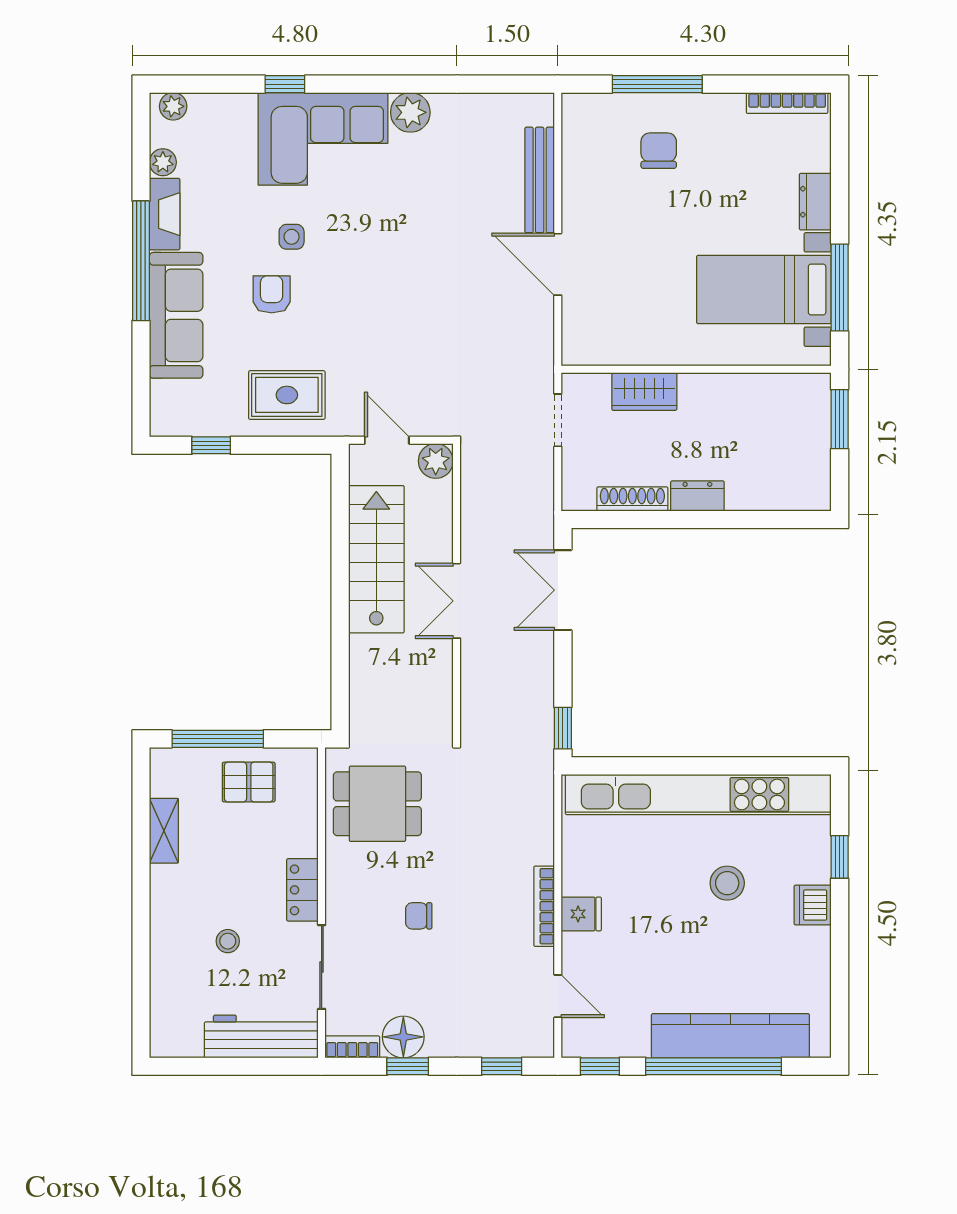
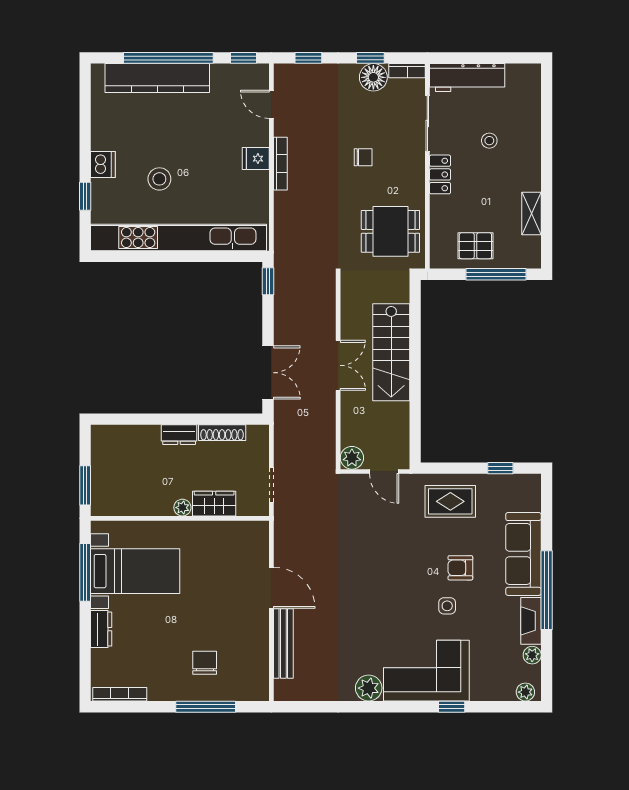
chair: (659, 151) -> (205, 663), turned 180
armchair: (272, 294) -> (460, 568), turned 90
plant: (692, 386) -> (182, 508), added
stairs: (376, 559) -> (391, 352), moved

